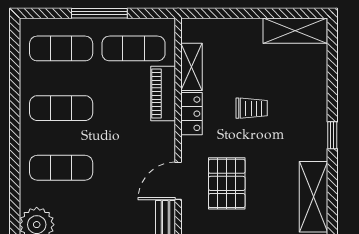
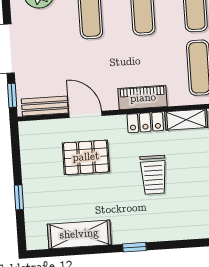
piano: (163, 94) -> (143, 98), moved
trolley: (252, 108) -> (153, 175), width x1.36, depth x1.39

